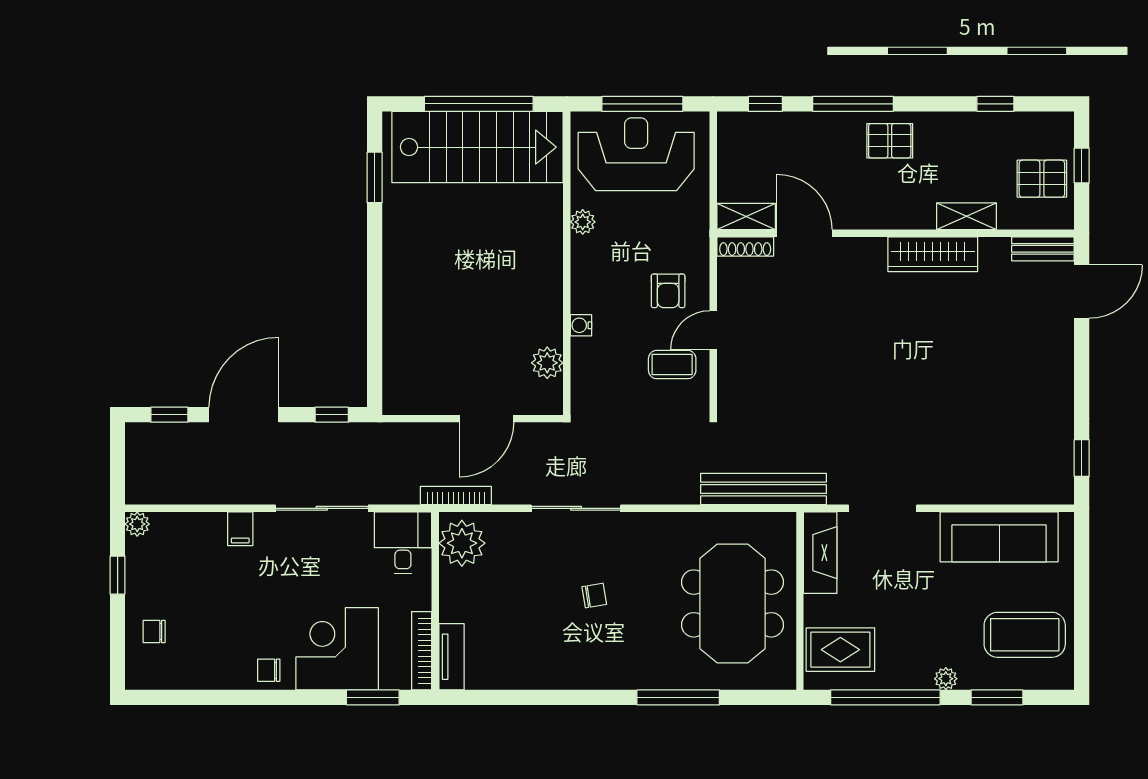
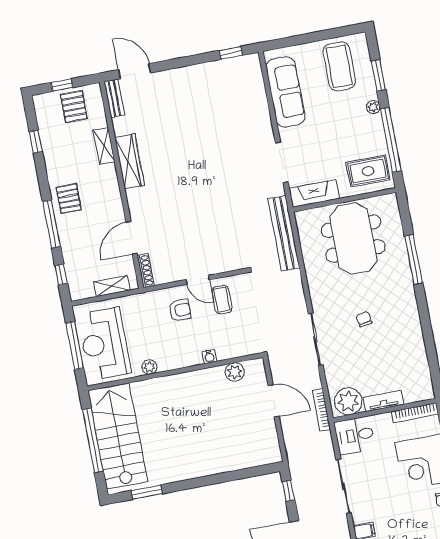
shelving: (746, 217) -> (112, 286), moved, turned 90
meeting table: (732, 603) -> (353, 238), turned 90
rug: (840, 650) -> (368, 171), turned 90
tv unit: (451, 657) -> (383, 401), moved

